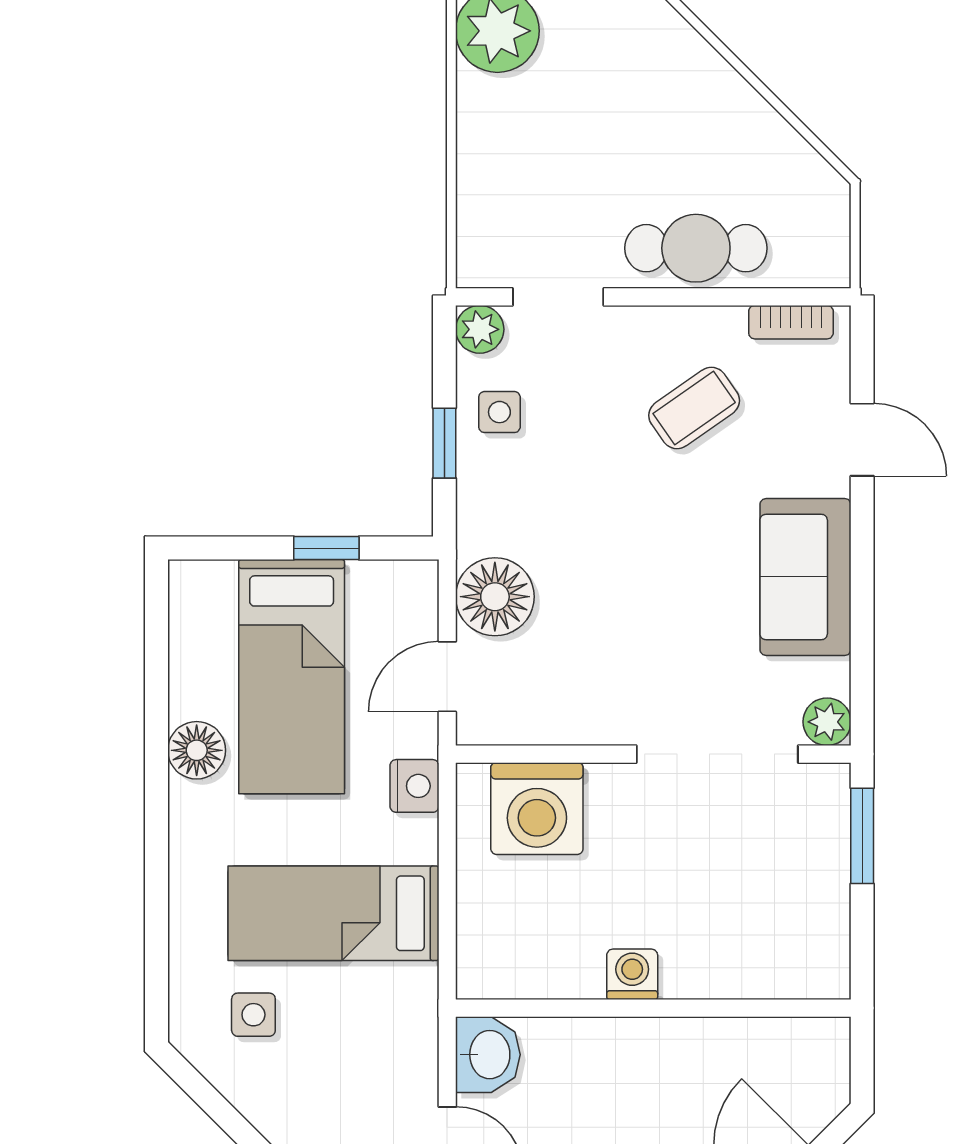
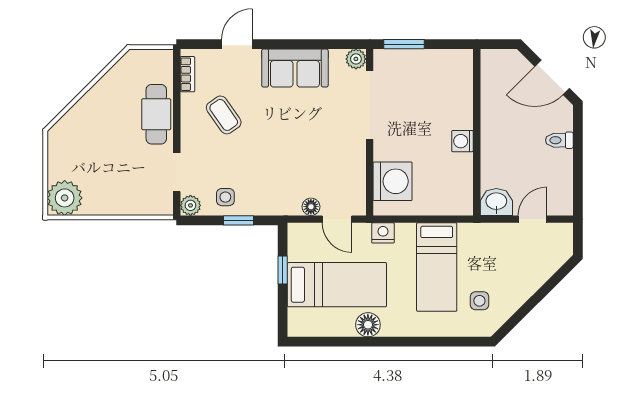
floor lamp: (495, 597) -> (311, 207), width x0.53, depth x0.53

